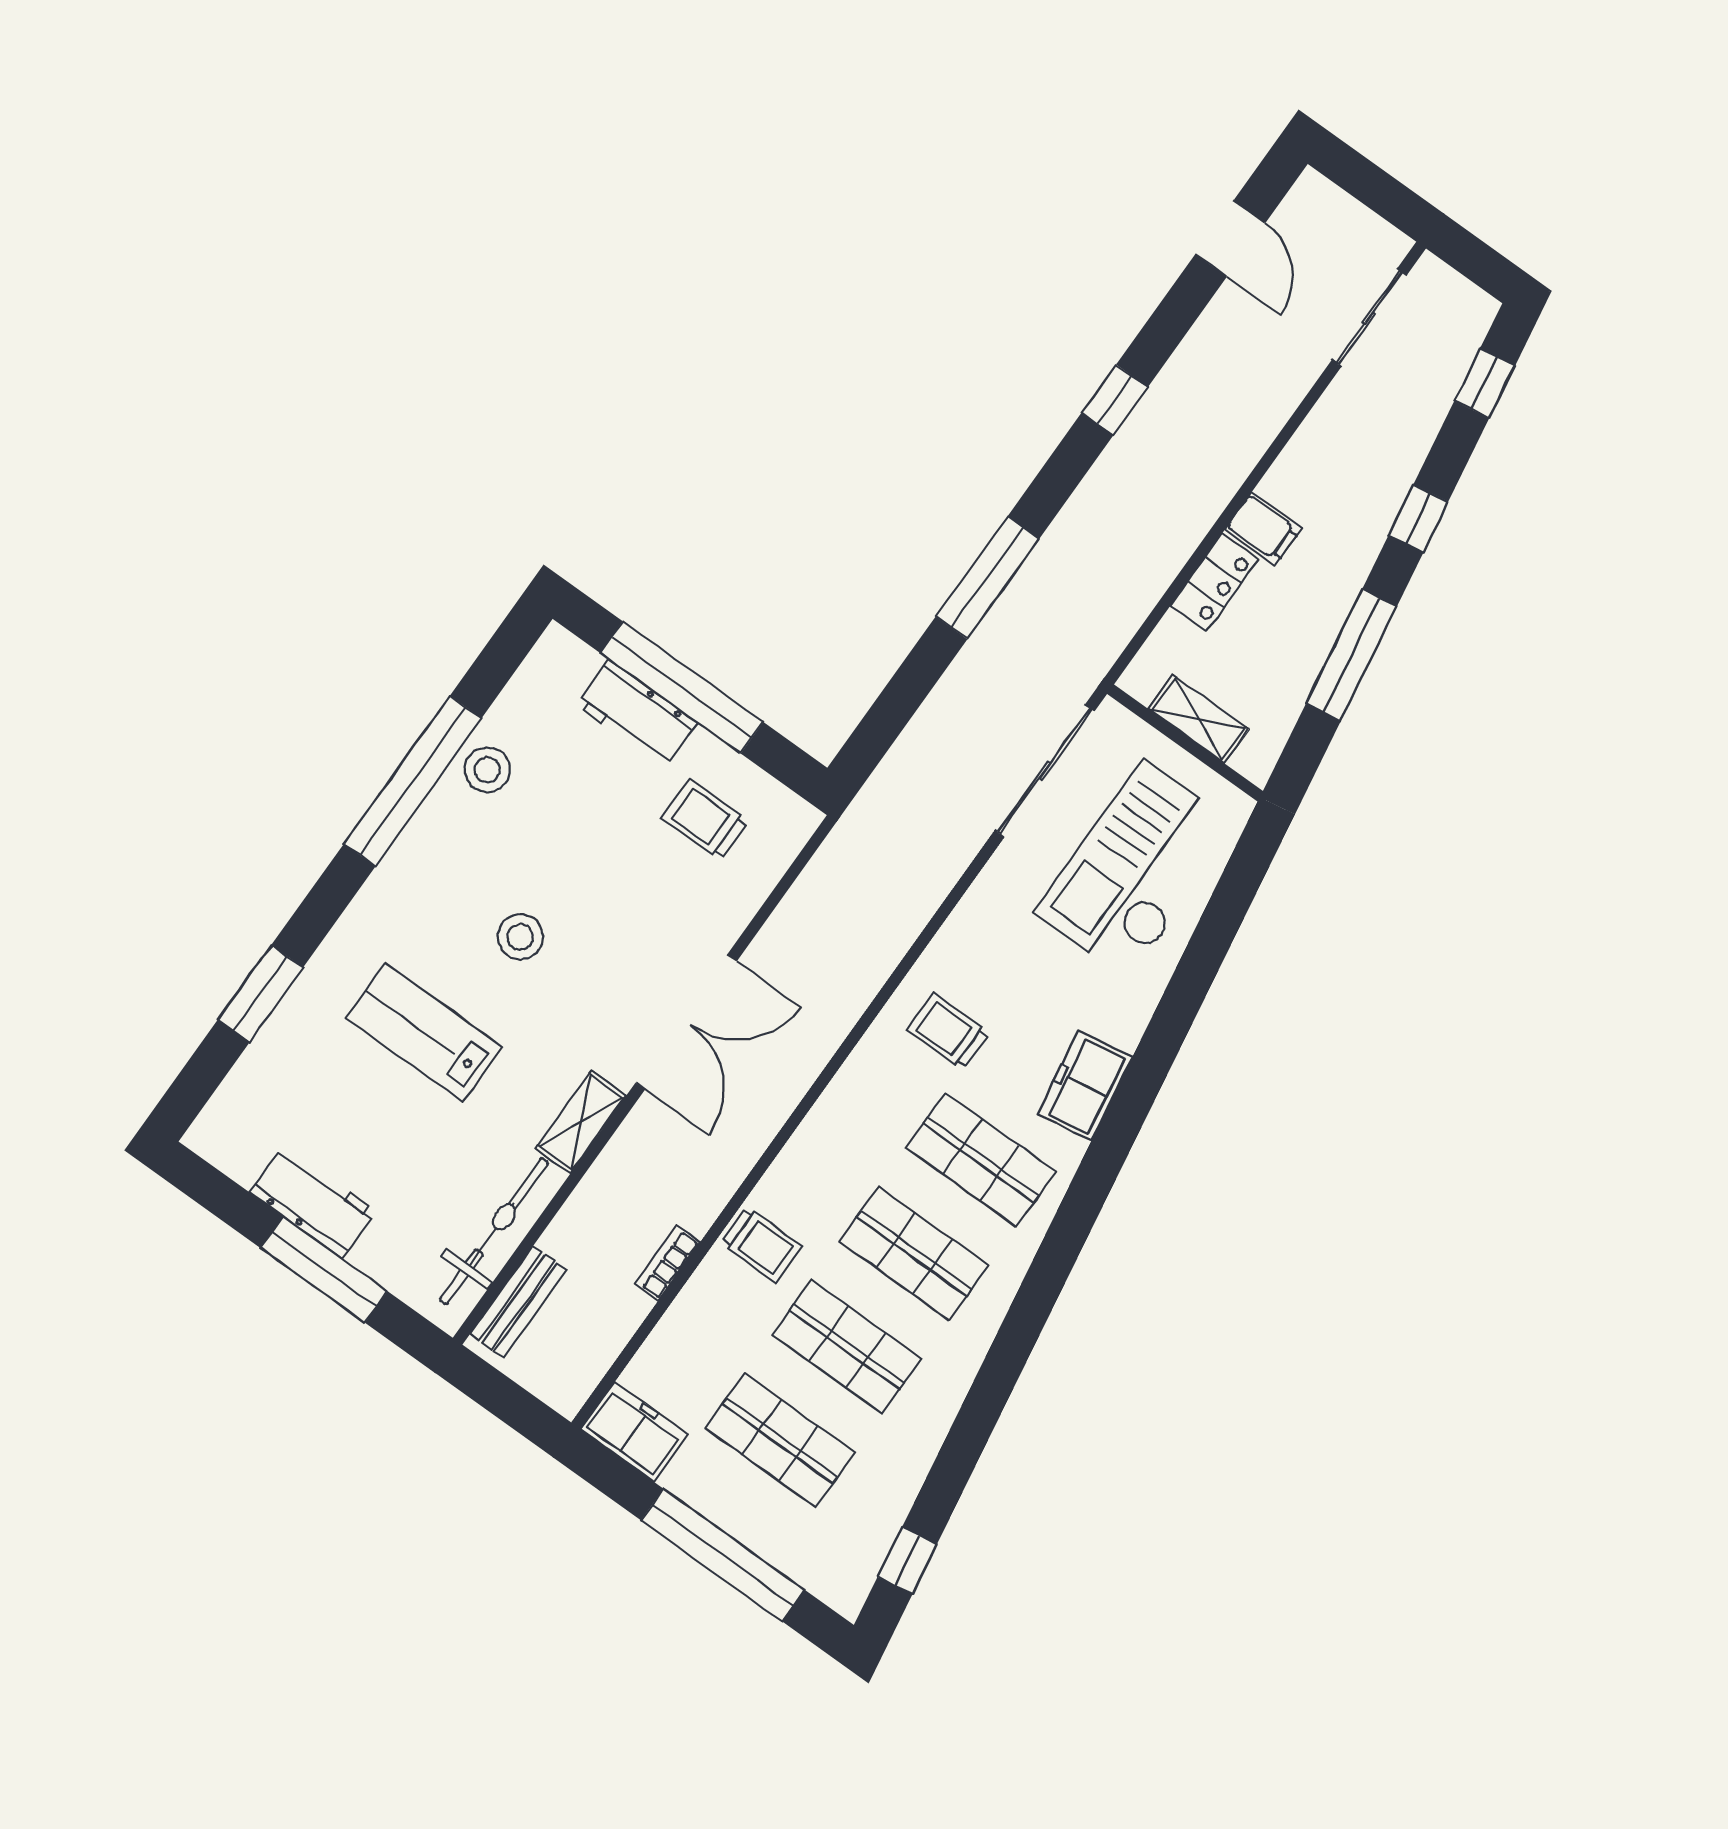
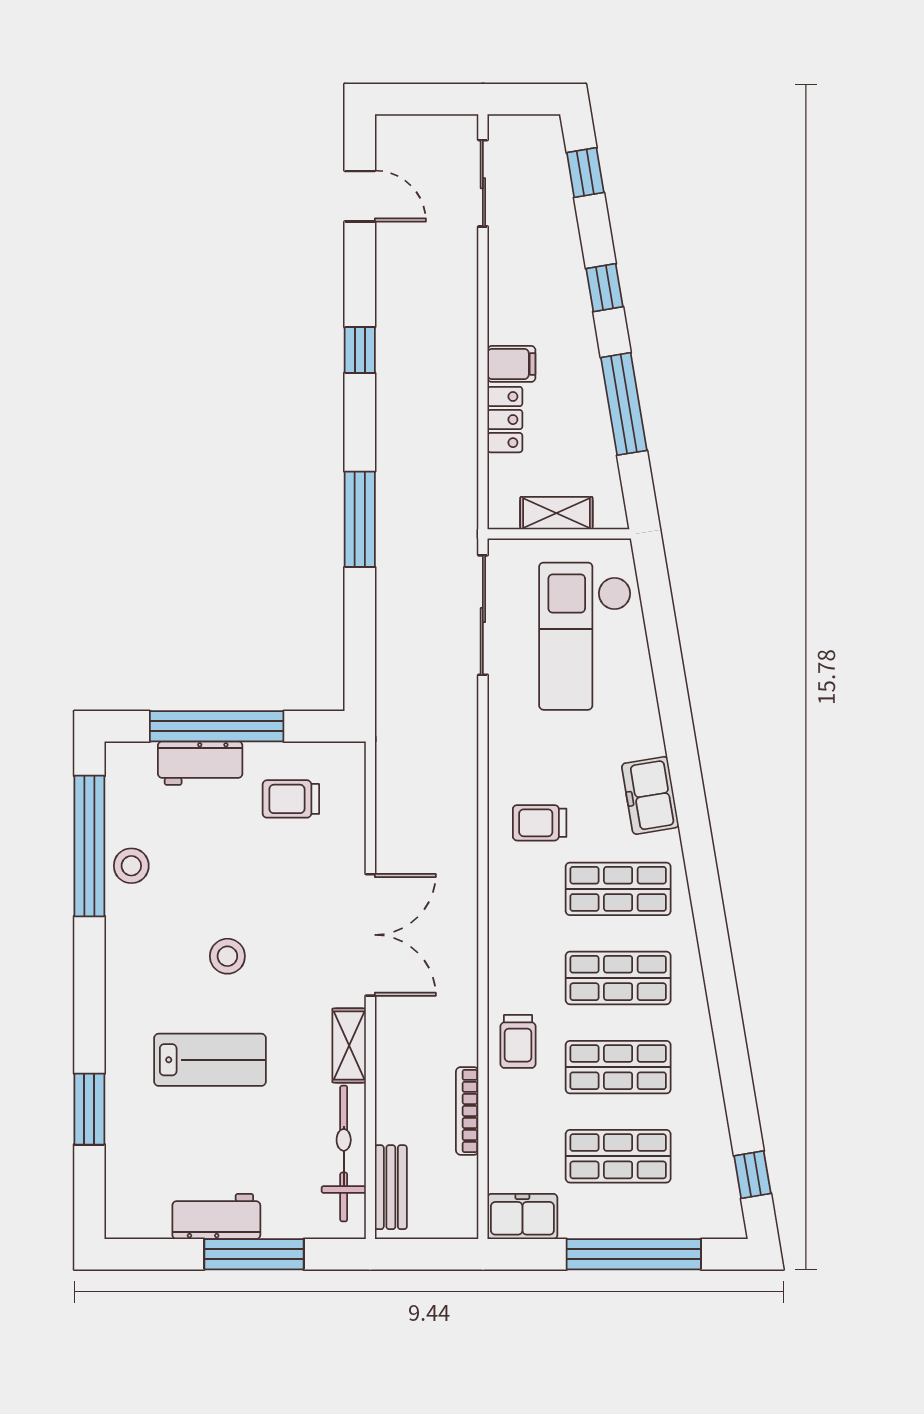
window: (413, 781) -> (89, 846), moved
lab bench: (424, 1032) -> (210, 1060), turned 180
trolley: (761, 1245) -> (518, 1041), turned 90
bookcase: (667, 1263) -> (467, 1111), width x1.56

